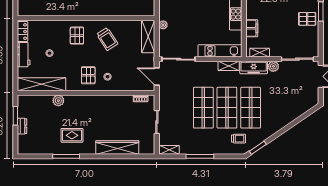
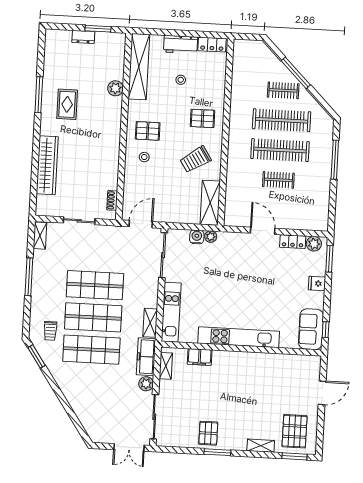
water cooler: (164, 35) -> (197, 237), added
shelving: (148, 36) -> (210, 203), moved, turned 90

